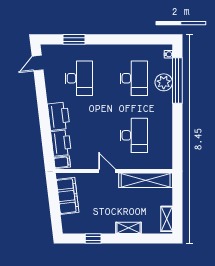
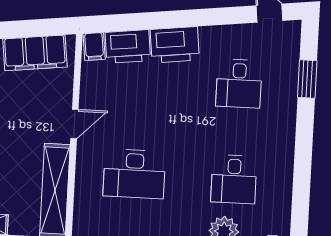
desk: (79, 78) -> (239, 84), width x0.73
desk: (134, 78) -> (234, 179), width x0.73

